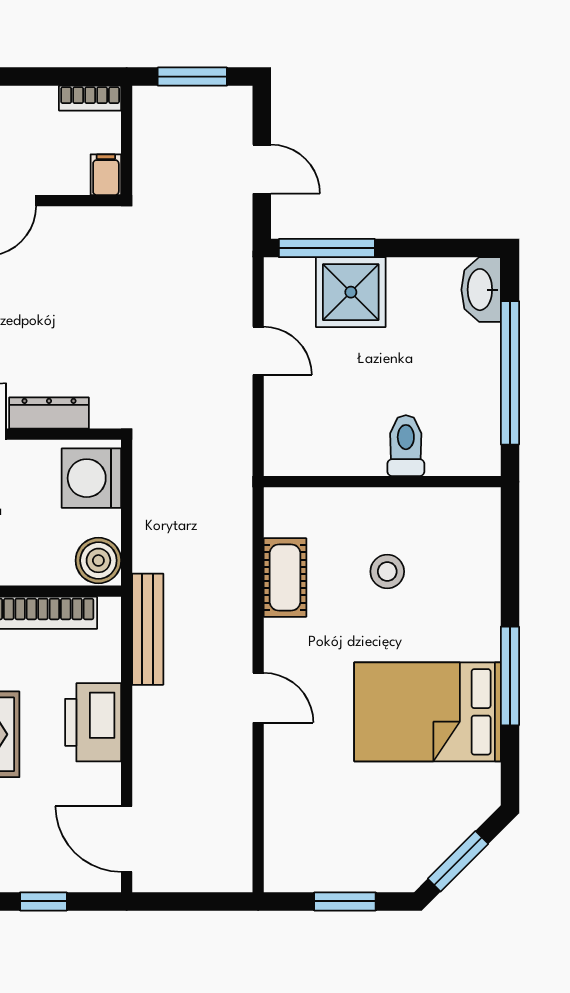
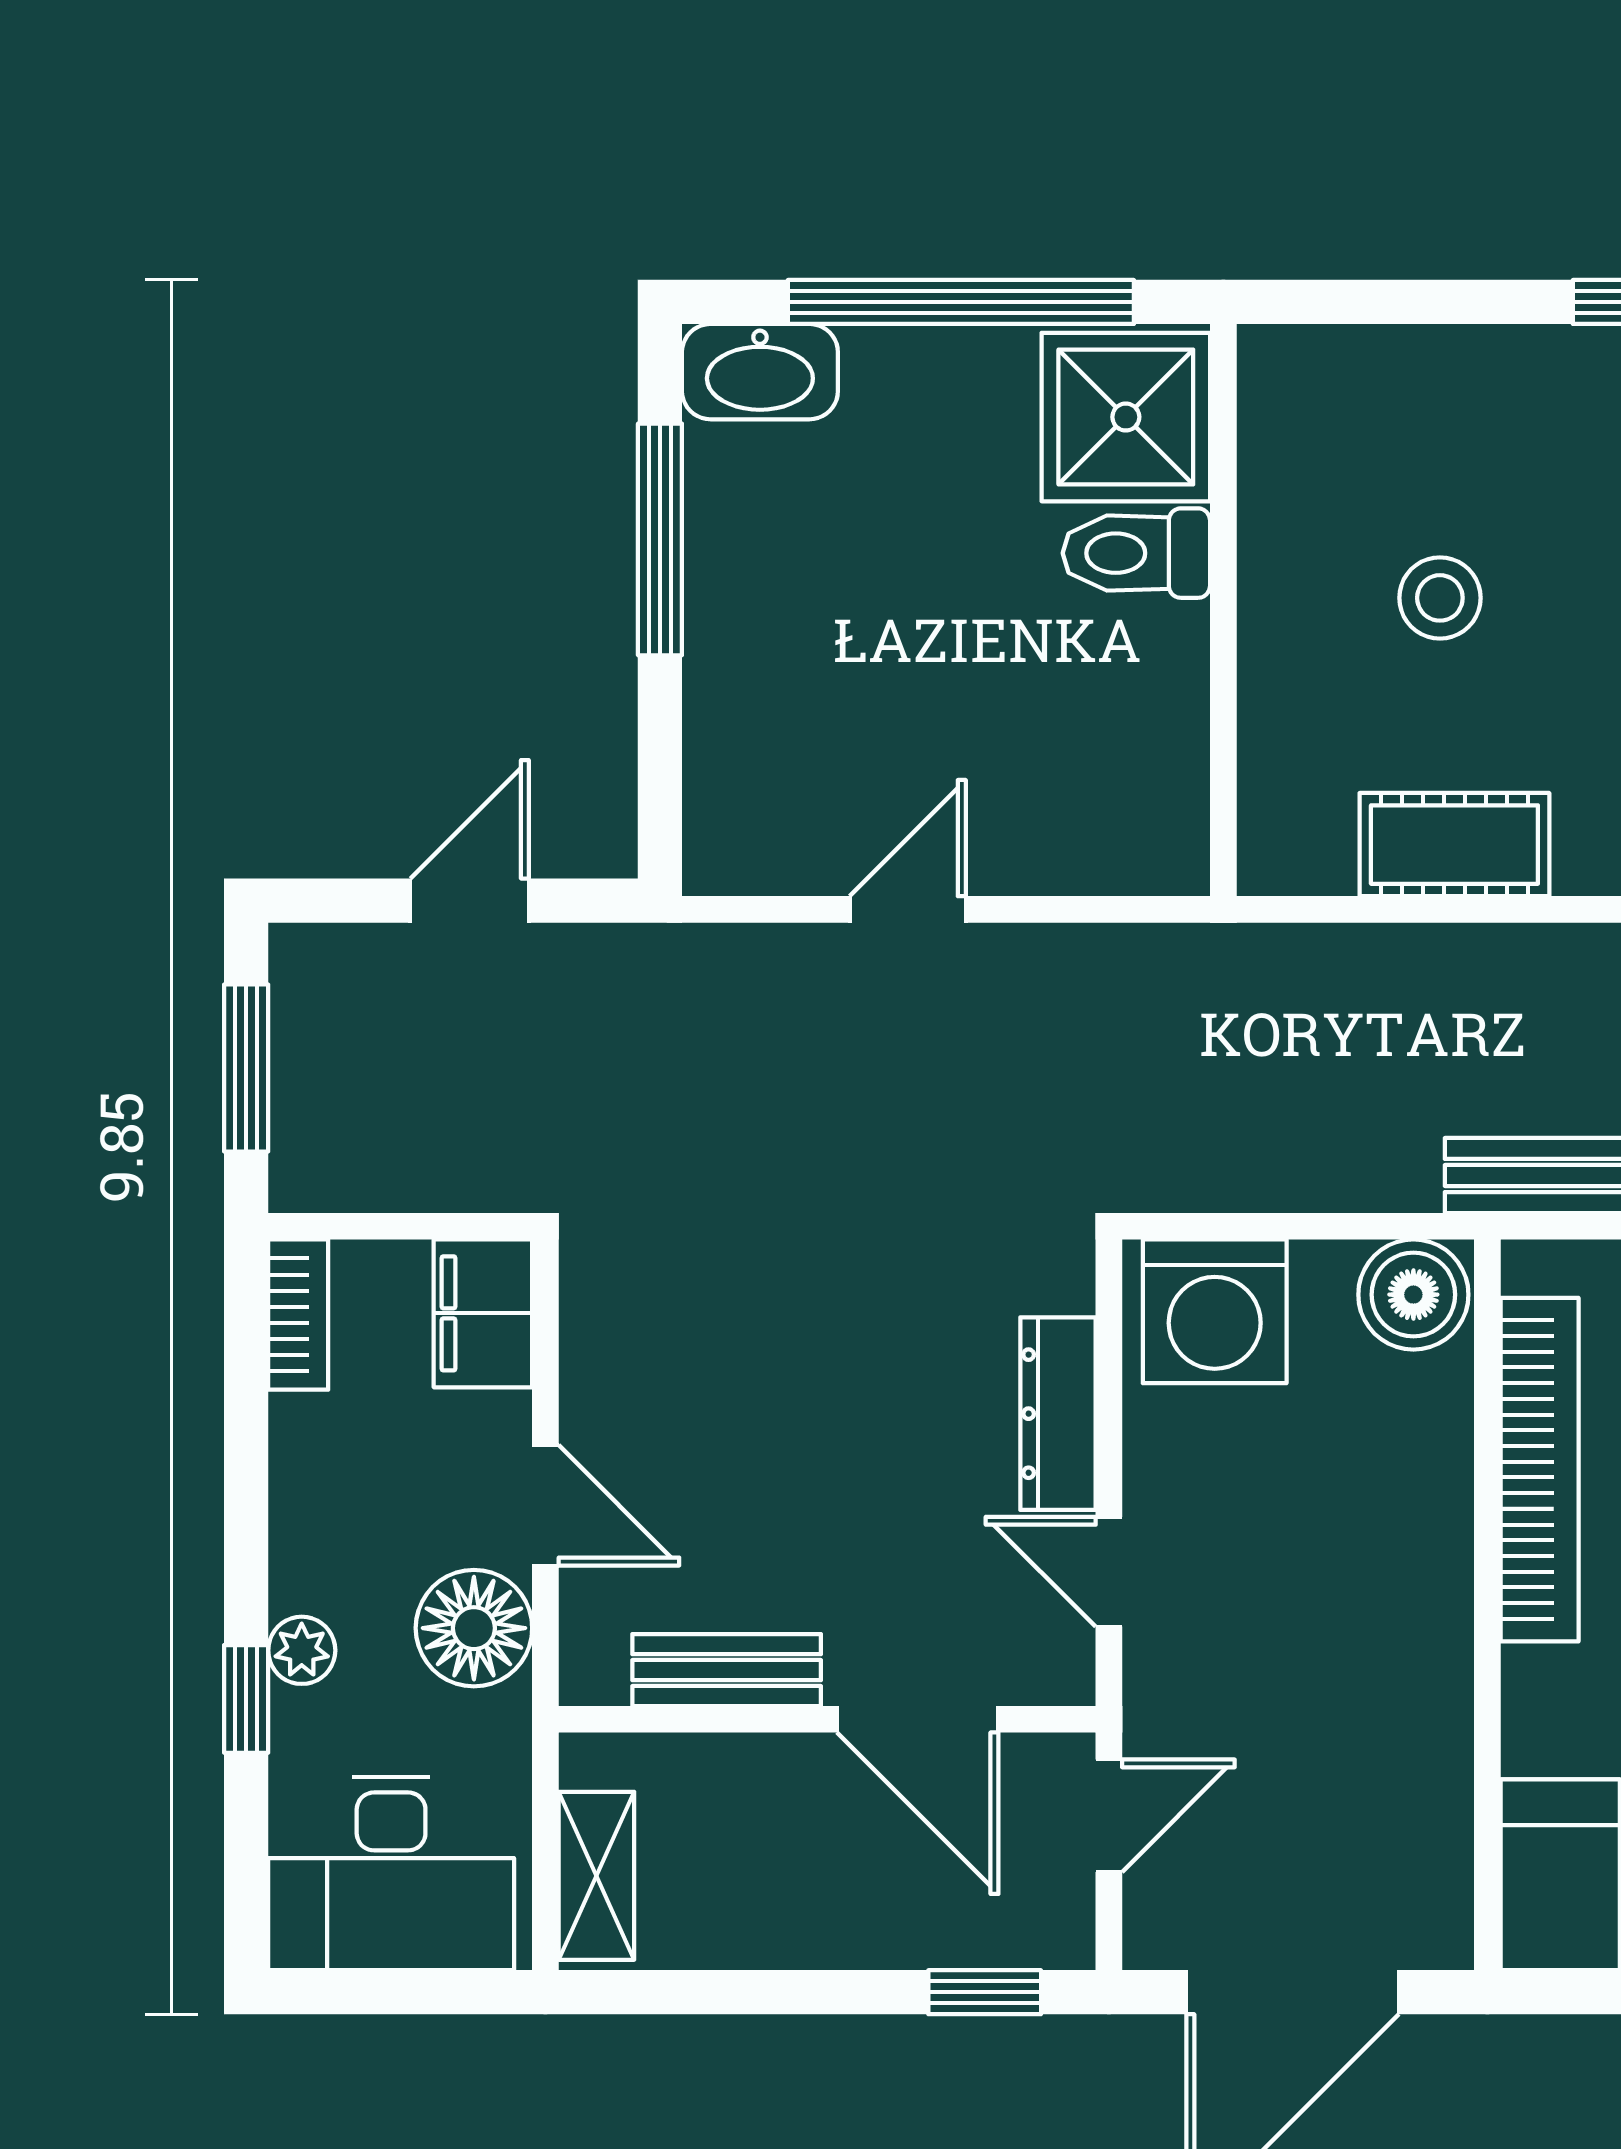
filing cabinet: (106, 175) -> (483, 1313), width x2.00
window: (327, 248) -> (660, 539), moved
shower: (351, 292) -> (1126, 417), moved

